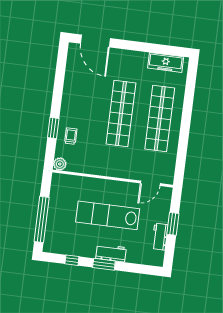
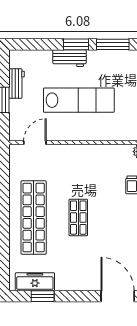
window: (160, 49) -> (43, 296), added
shop shelf: (121, 114) -> (78, 218), width x0.50, depth x0.74
window: (72, 260) -> (113, 44), width x2.17

